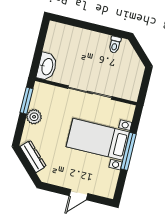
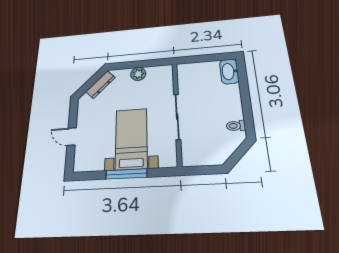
washbasin: (47, 67) -> (229, 71), moved, turned 90
window: (27, 101) -> (152, 63), removed

